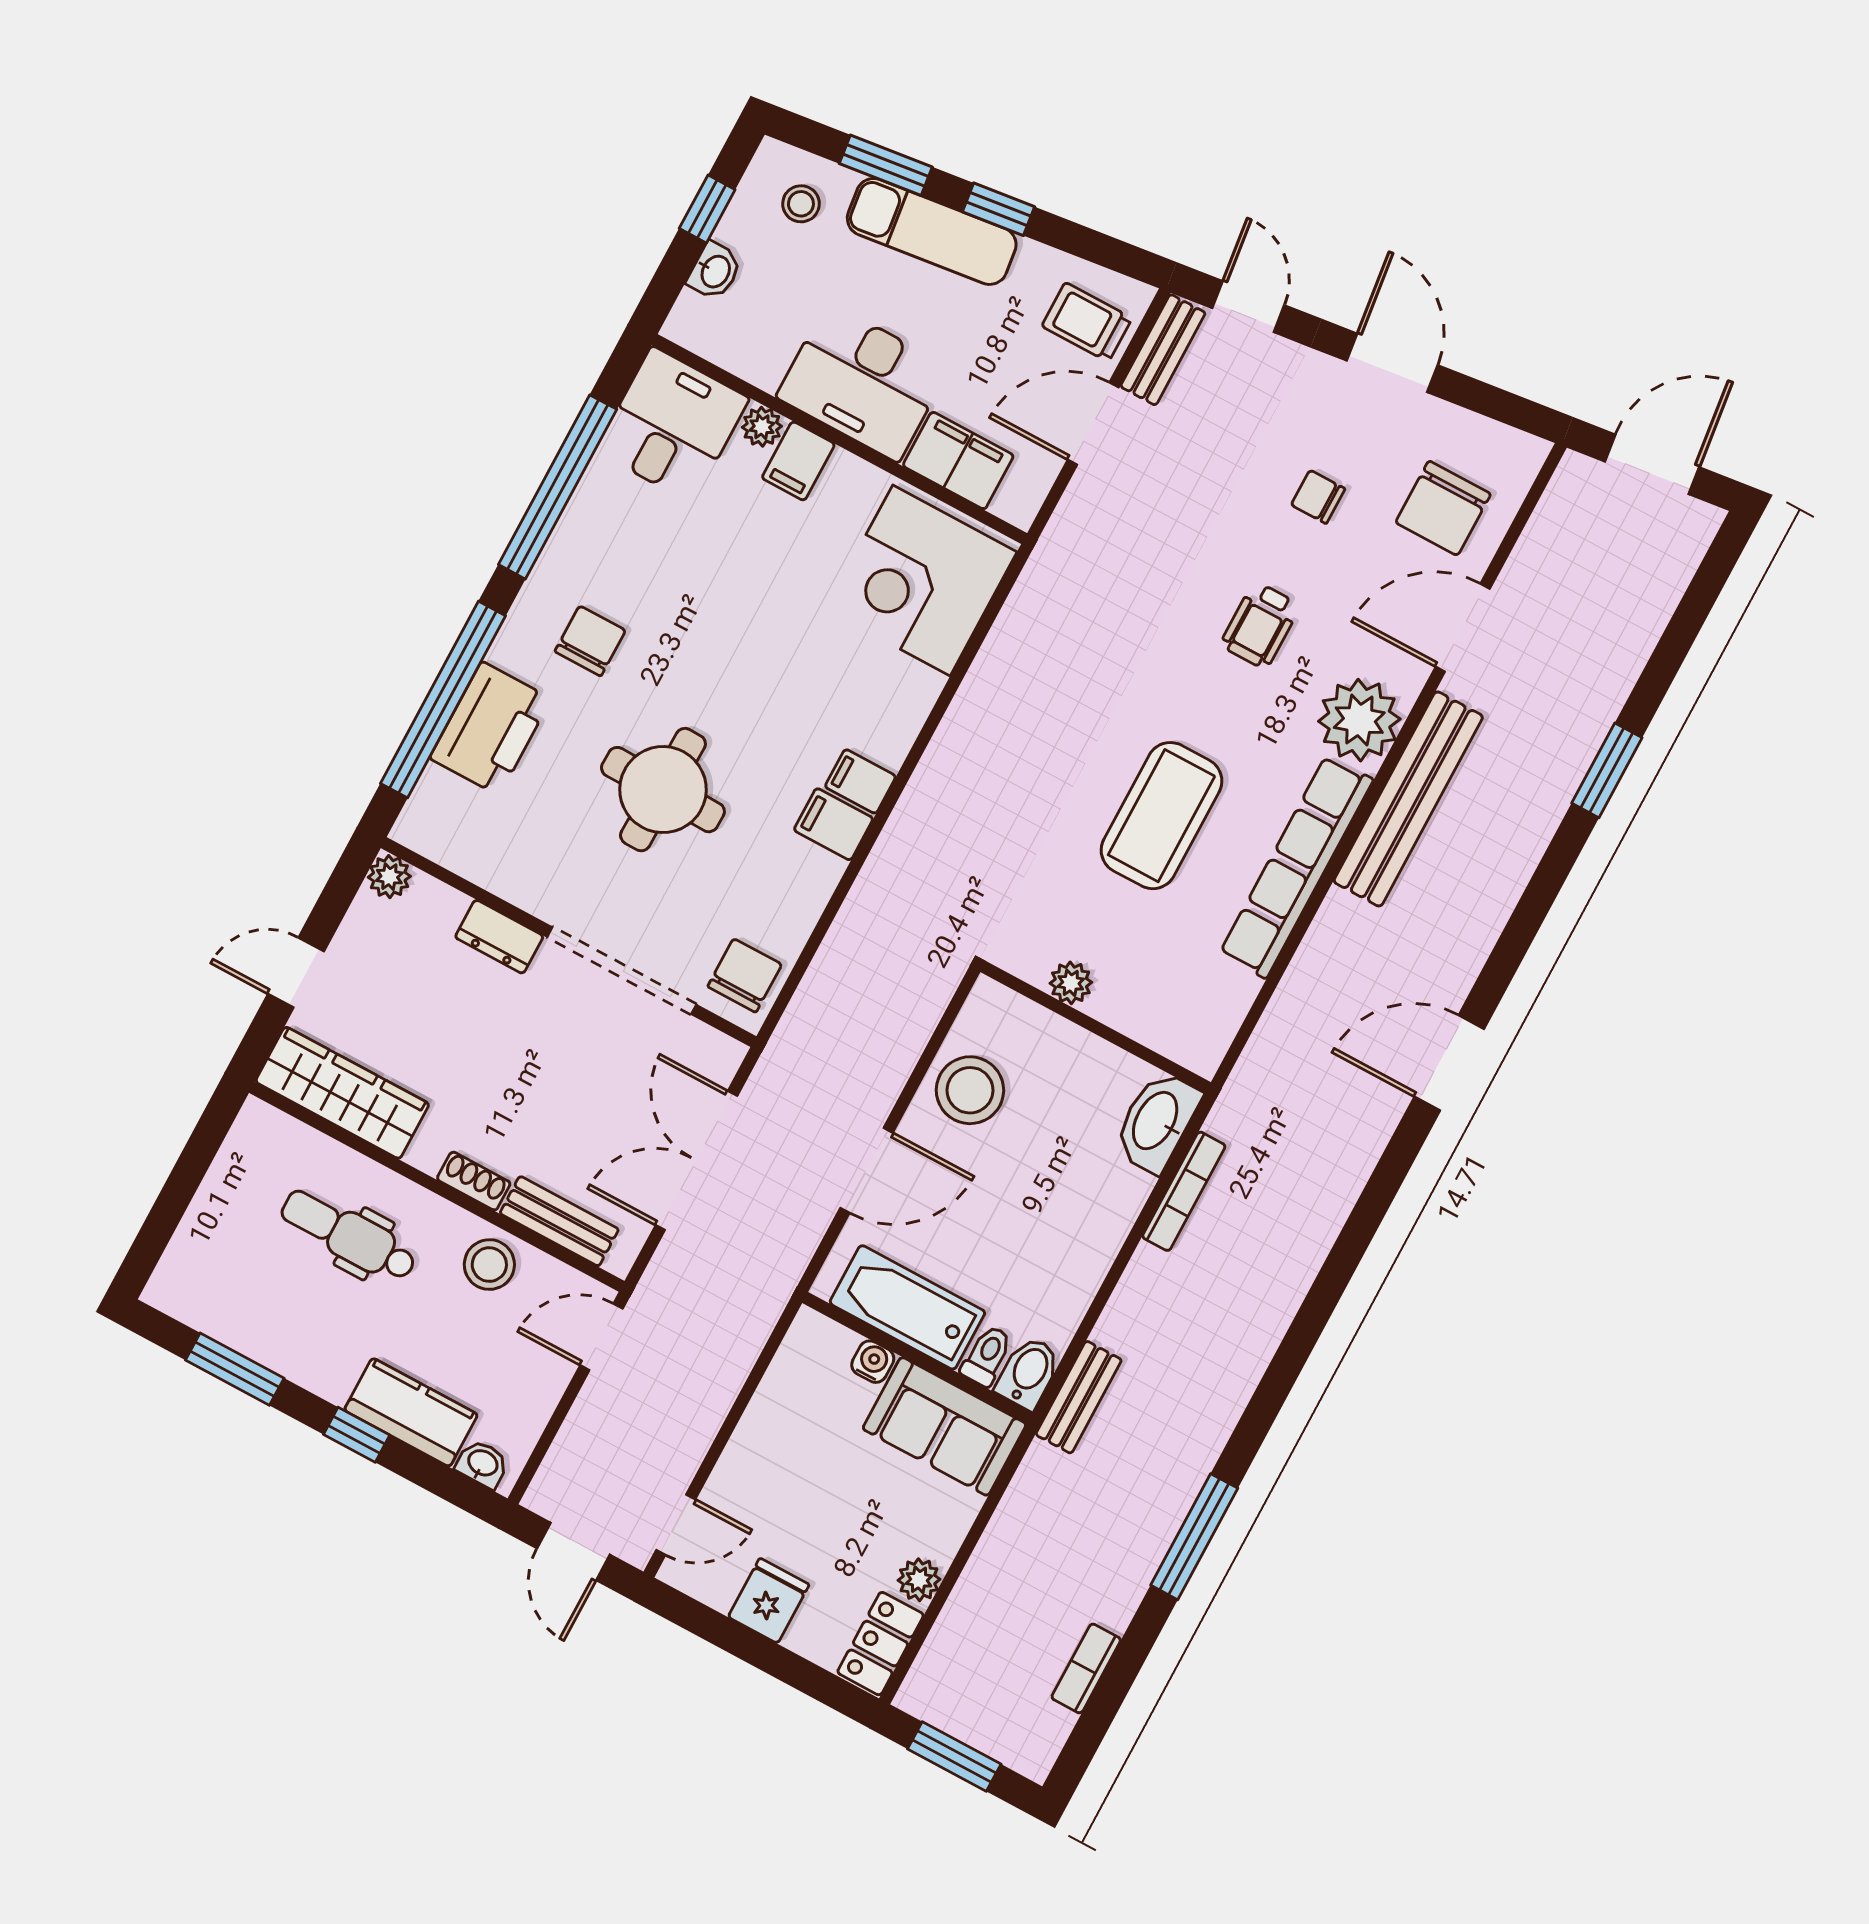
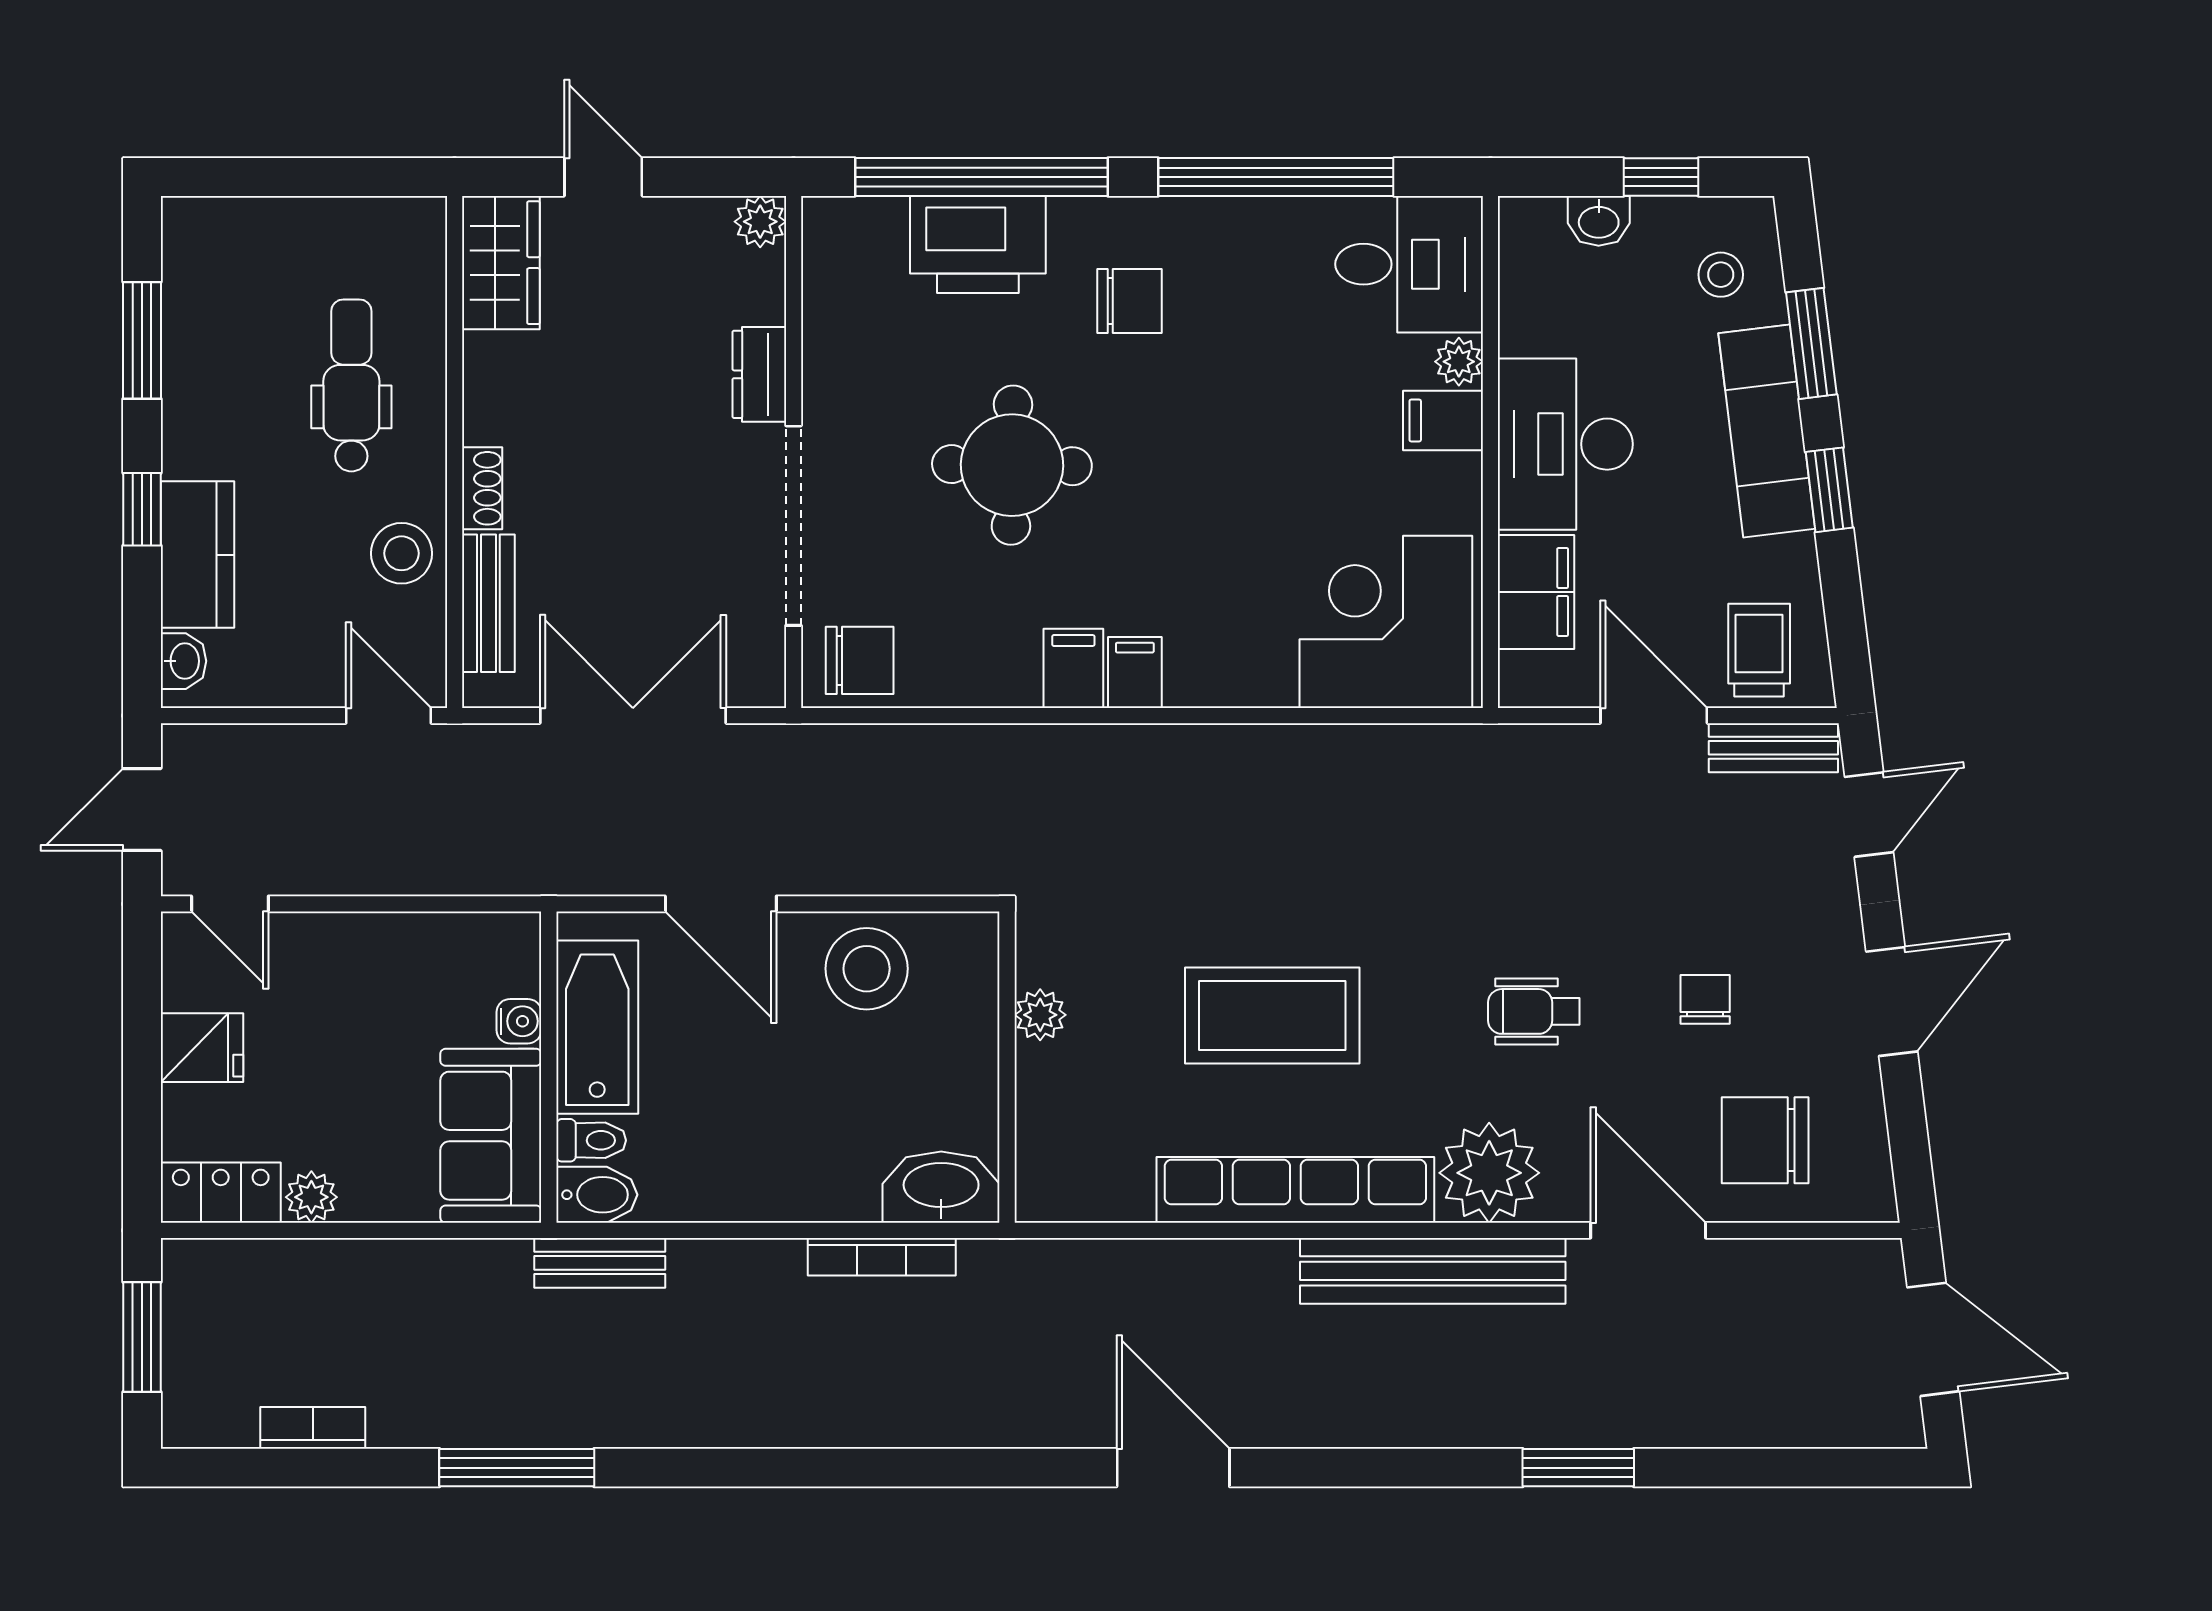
wardrobe: (342, 1093) -> (501, 263), width x0.67

